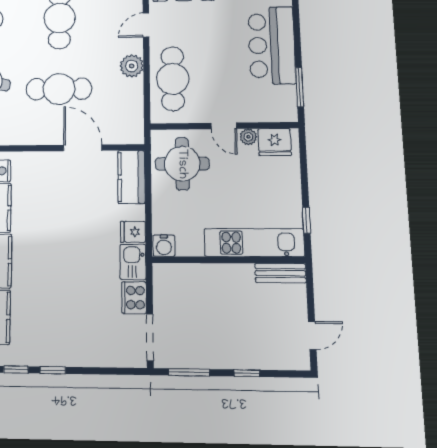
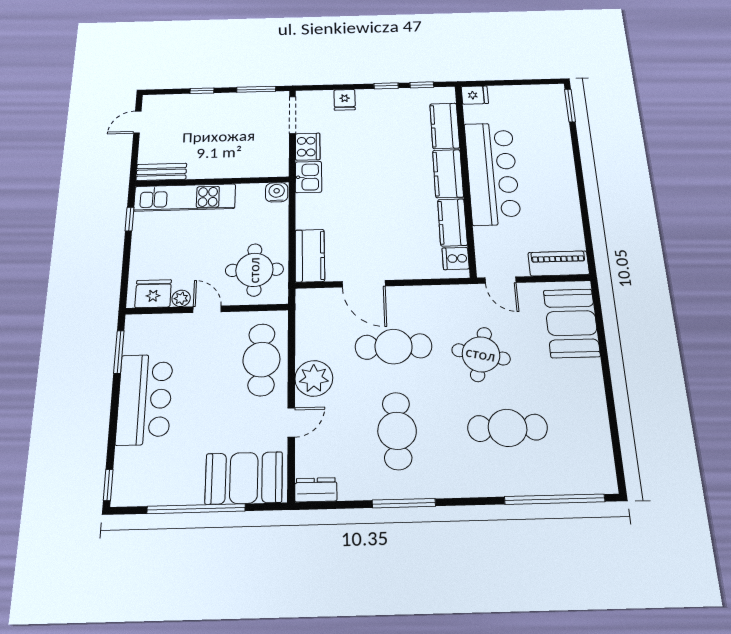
plant: (132, 66) -> (314, 378), width x1.36, depth x1.36
fridge: (133, 232) -> (345, 100), moved, turned 90

